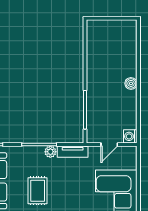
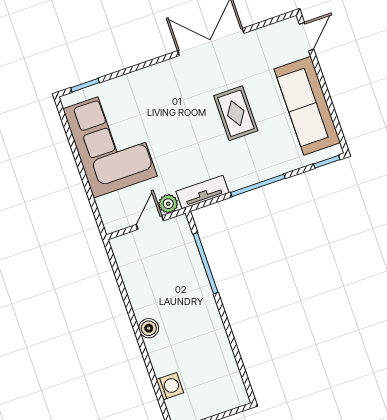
washing machine: (130, 136) -> (170, 386), moved
plant: (50, 152) -> (168, 204), moved

